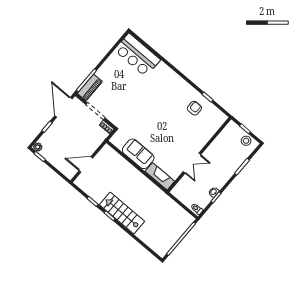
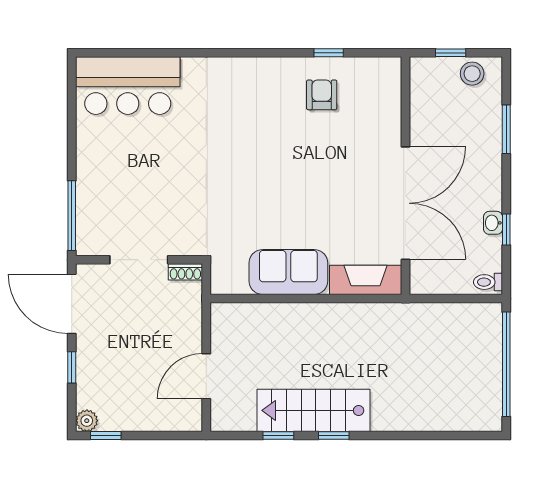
piano: (90, 88) -> (90, 224), removed
double door: (192, 163) -> (405, 203), width x1.87
stairs: (122, 213) -> (314, 410), moved

